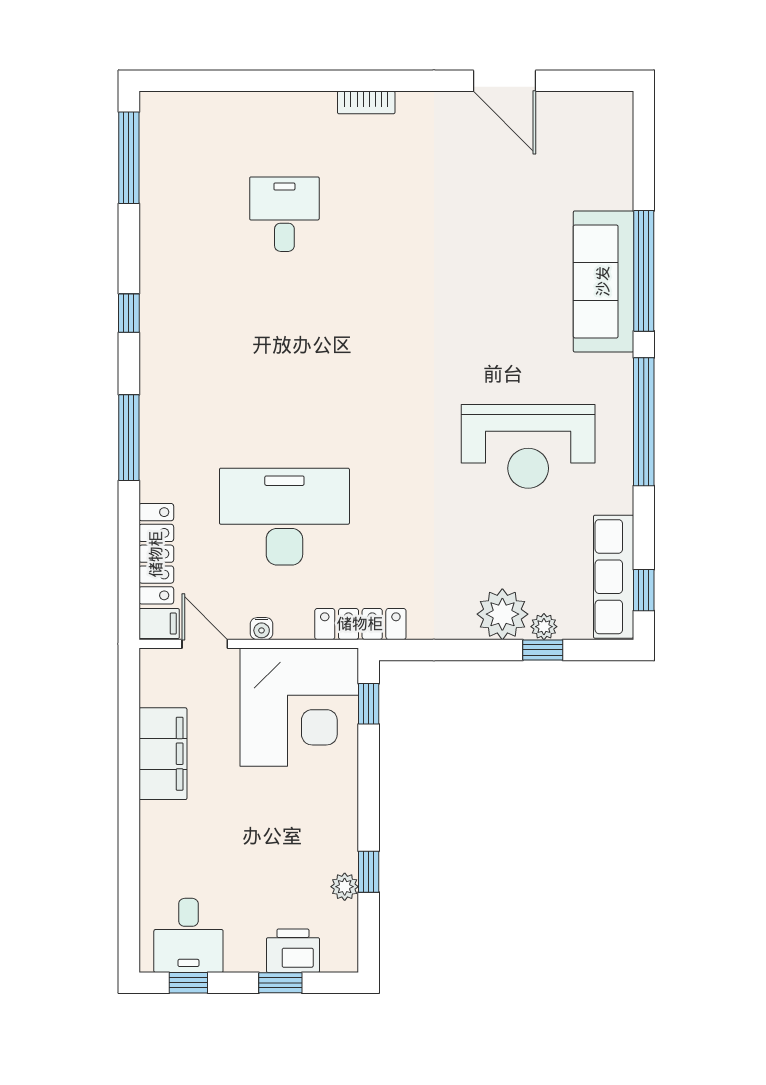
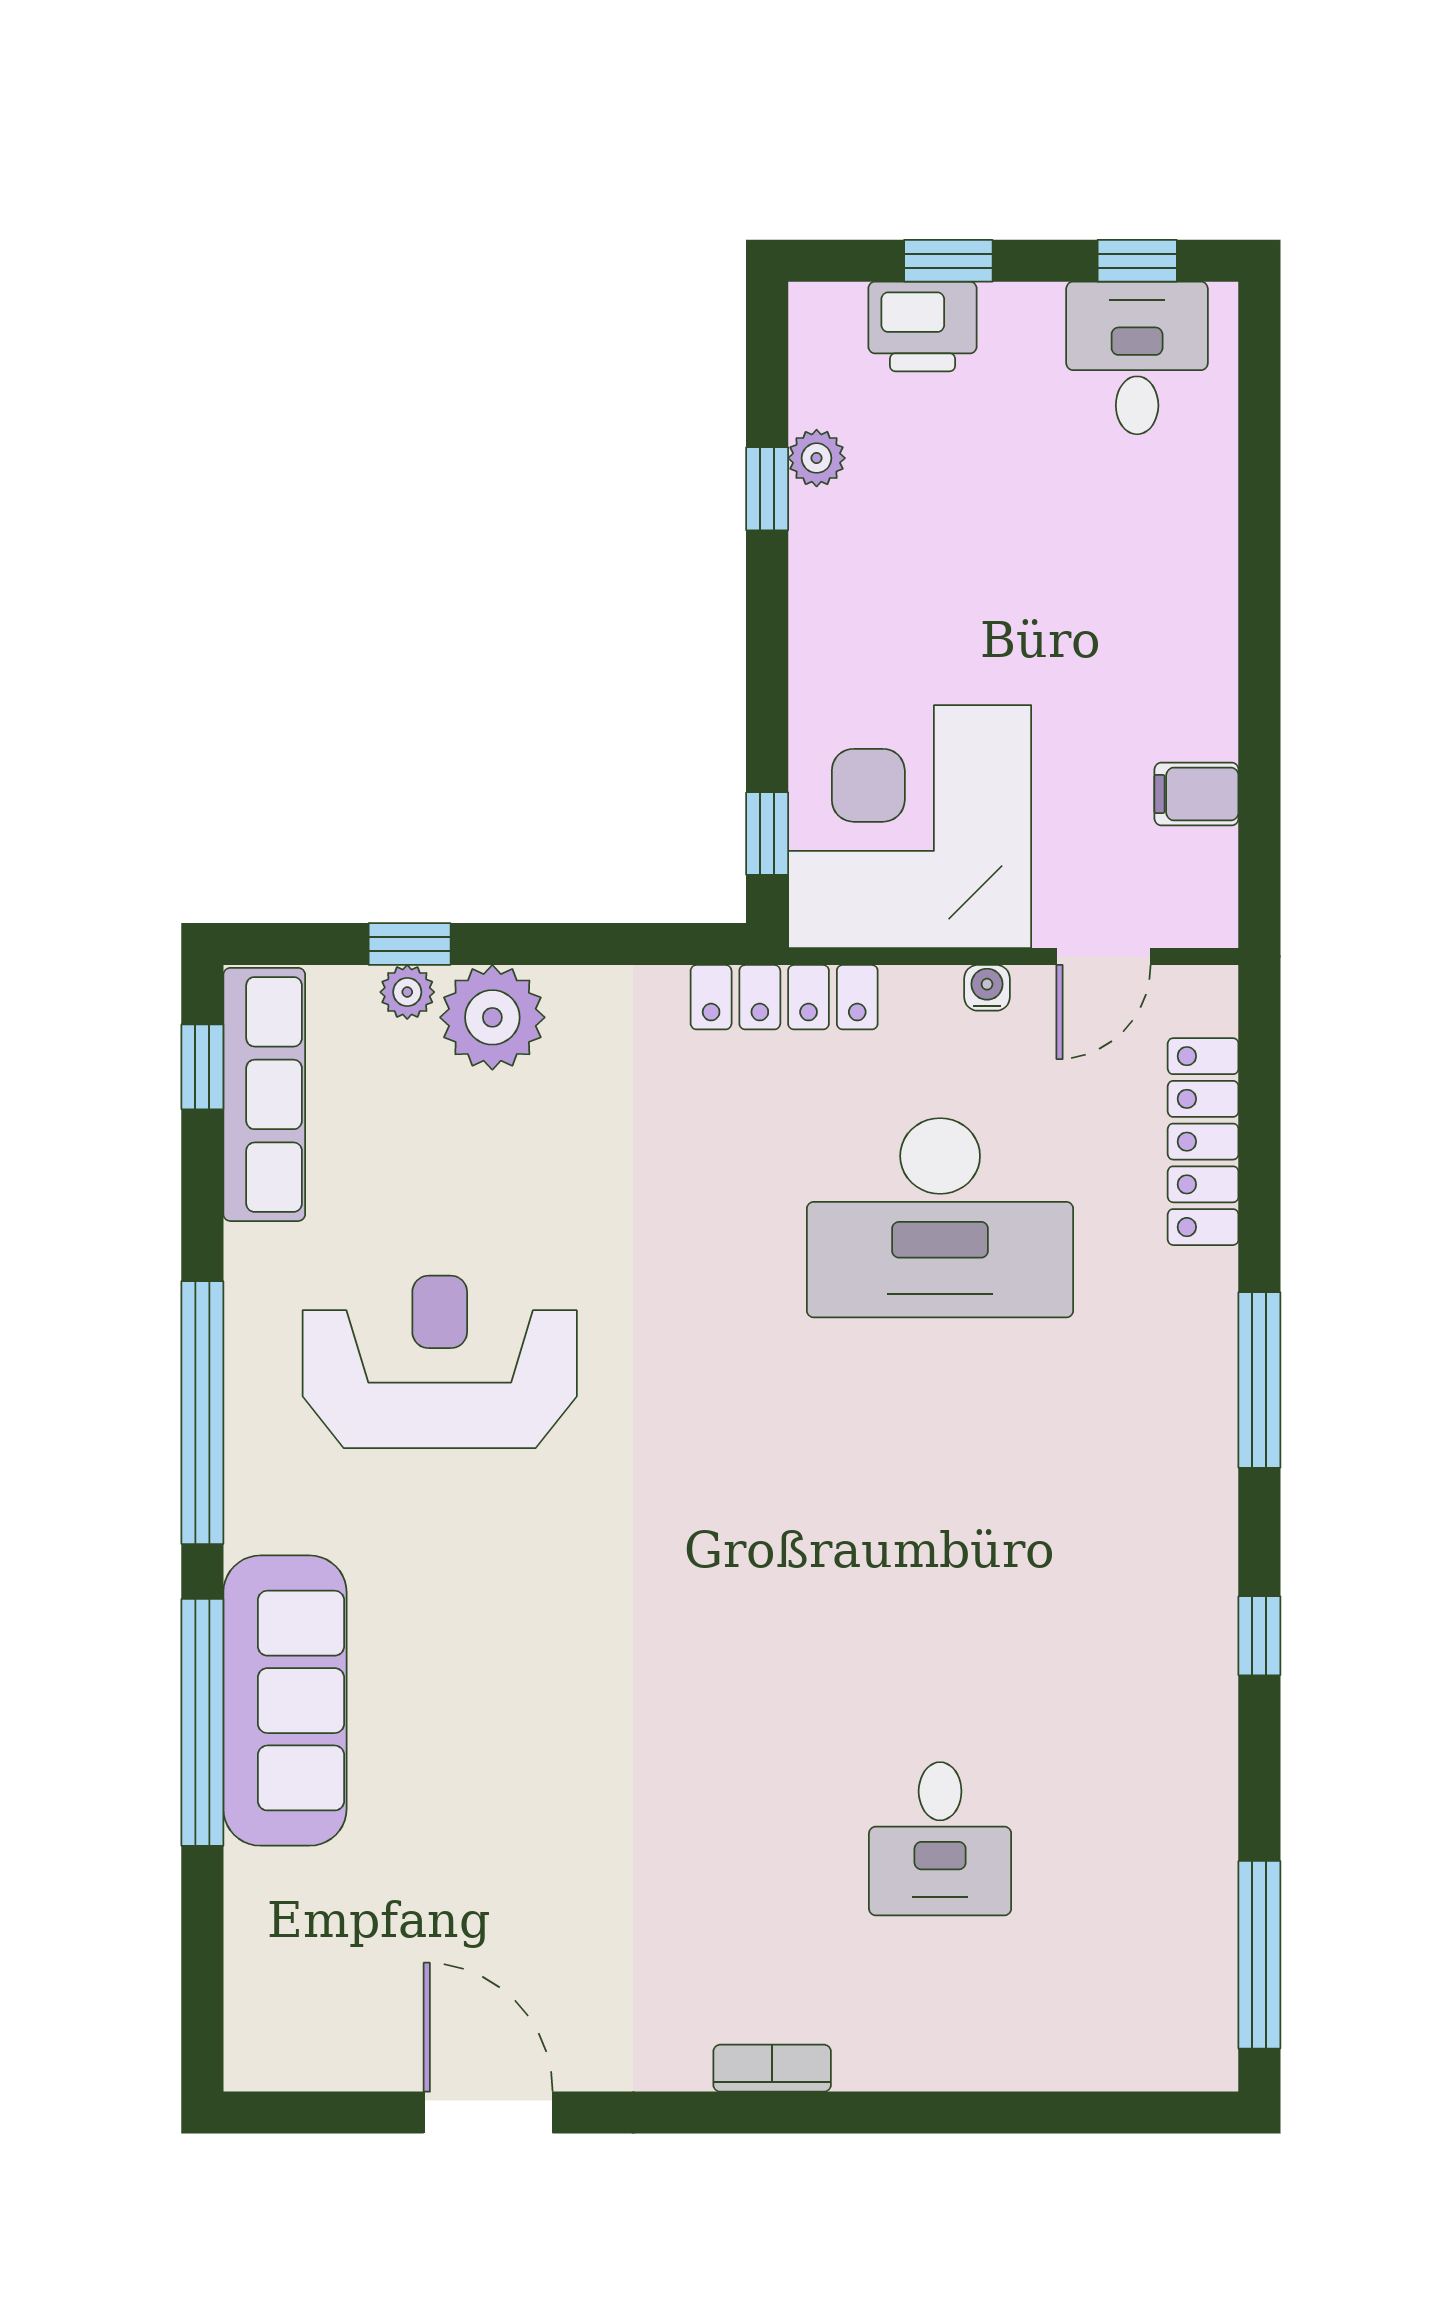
filing cabinet: (159, 624) -> (1197, 998), removed
door: (205, 644) -> (1104, 957), hinge flipped
filing cabinet: (163, 754) -> (1196, 794), width x0.33, depth x0.86

